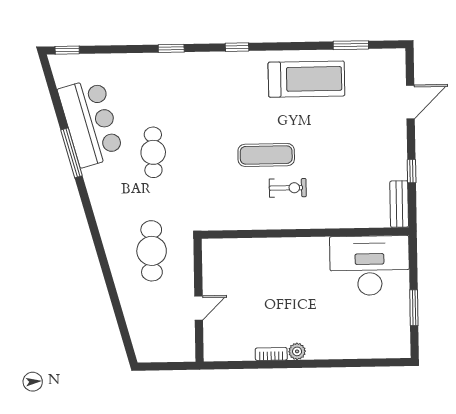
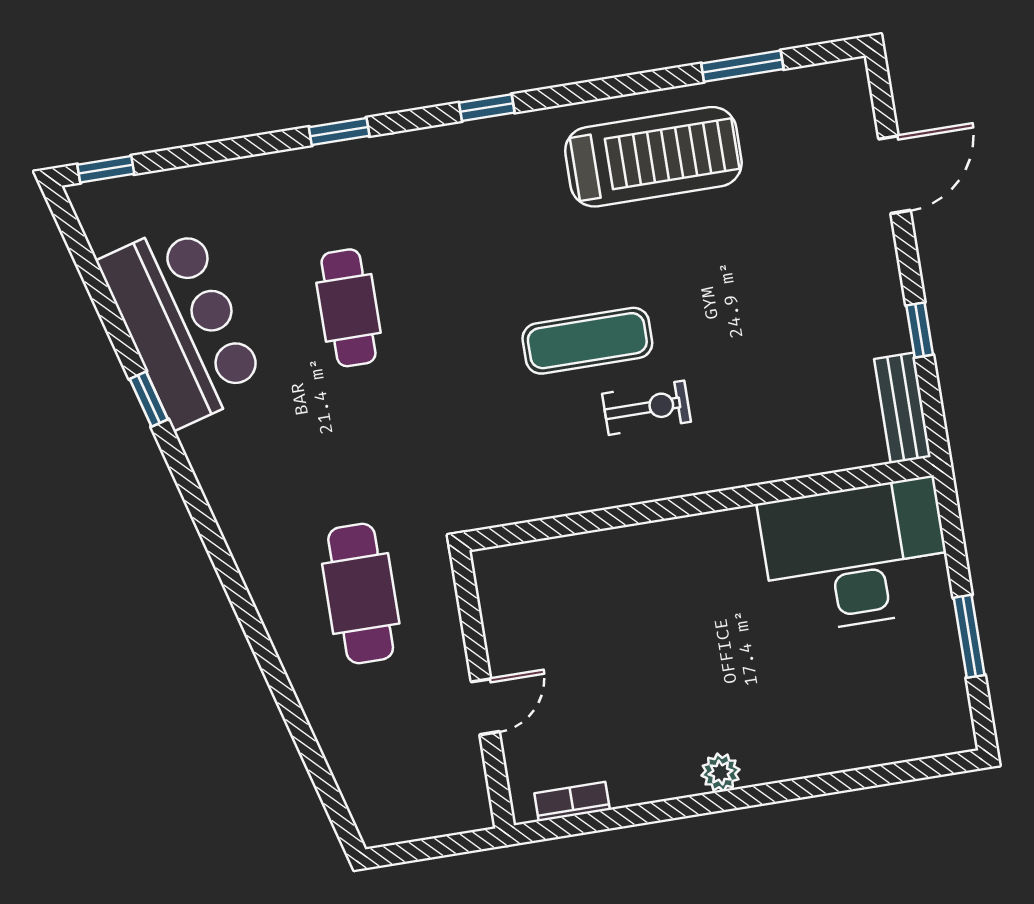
cafe table: (153, 152) -> (349, 308), moved
window: (72, 153) -> (149, 399), width x0.46
bookcase: (271, 354) -> (572, 801), moved

